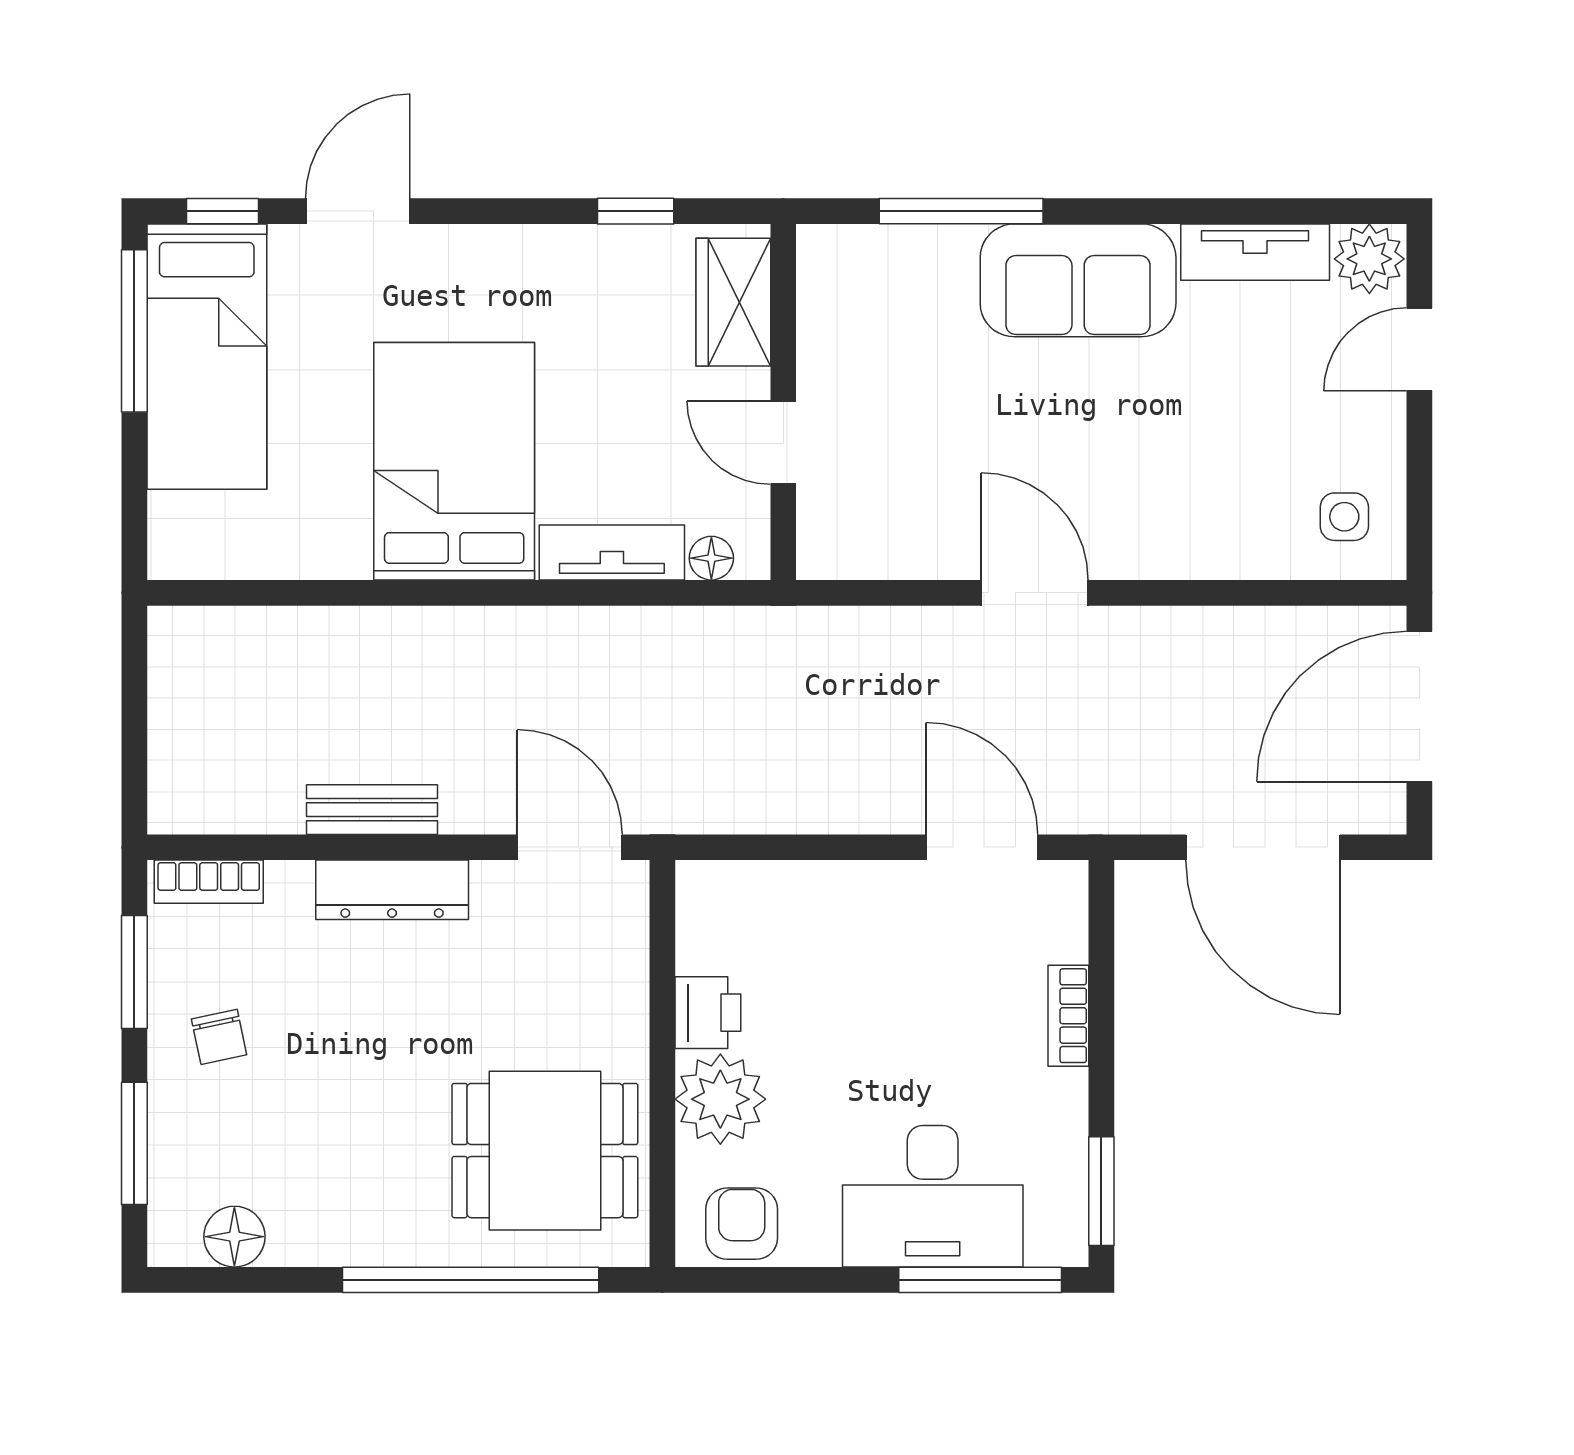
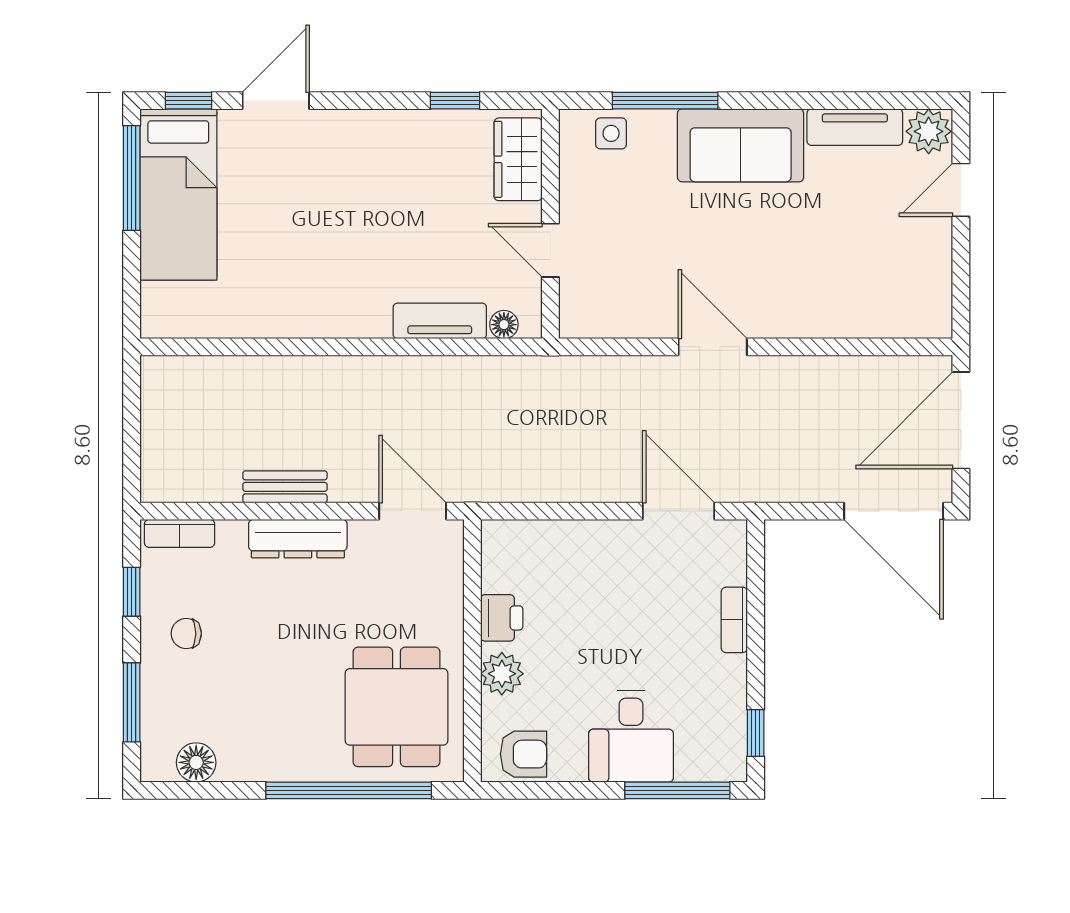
bed: (454, 461) -> (338, 262), removed
side table: (1344, 517) -> (611, 133), moved
door: (1263, 847) -> (894, 511), moved
window: (134, 972) -> (132, 592), width x0.67
chair: (219, 1037) -> (186, 633), turned 102
plant: (720, 1099) -> (502, 674), width x0.73, depth x0.73
dining table: (545, 1151) -> (397, 707), turned 90
window: (1101, 1191) -> (756, 733), width x0.67
desk: (933, 1196) -> (631, 736), width x0.73
armchair: (742, 1224) -> (523, 754), turned 90

